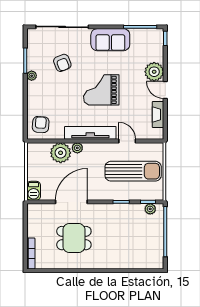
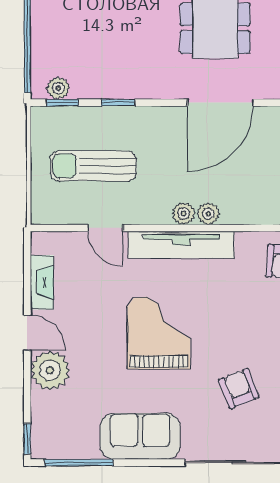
grand piano: (101, 90) -> (159, 333), turned -90
plant: (61, 153) -> (184, 214), moved, width x0.53, depth x0.53
sun lounger: (133, 171) -> (93, 166), width x0.73, depth x0.75

